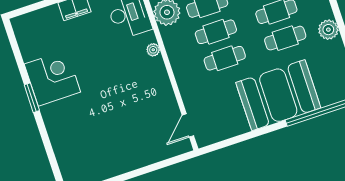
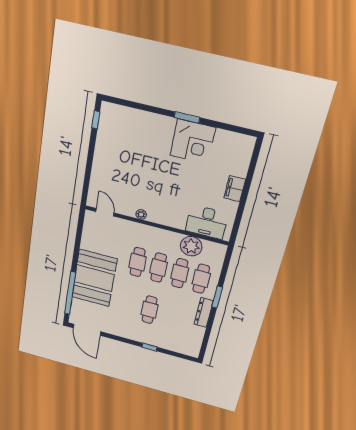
plant: (328, 30) -> (120, 330), removed
cafe table: (285, 38) -> (129, 304), removed
plant: (153, 50) -> (141, 214), moved

